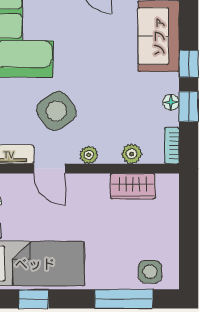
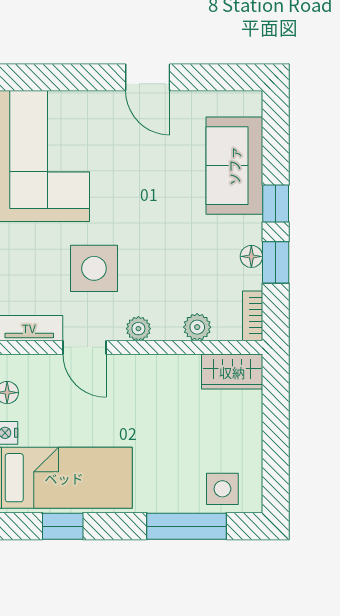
side table: (56, 111) -> (94, 268), turned 35
wardrobe: (133, 186) -> (232, 372), moved

